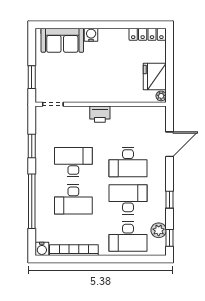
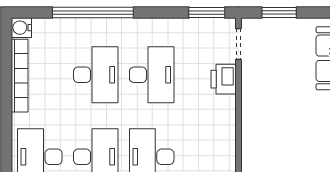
printer: (100, 114) -> (224, 79), moved
window: (32, 146) -> (207, 13), moved
desk: (73, 199) -> (96, 75), turned 180

